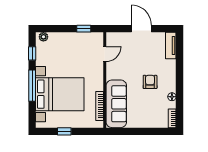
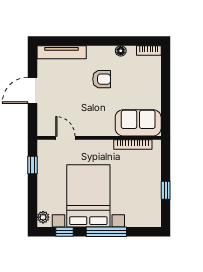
tv unit: (171, 46) -> (62, 52), width x1.41
armchair: (150, 82) -> (102, 79), turned 180
bed with nightstands: (60, 94) -> (88, 196), moved
sofa: (116, 104) -> (138, 123), width x0.73

